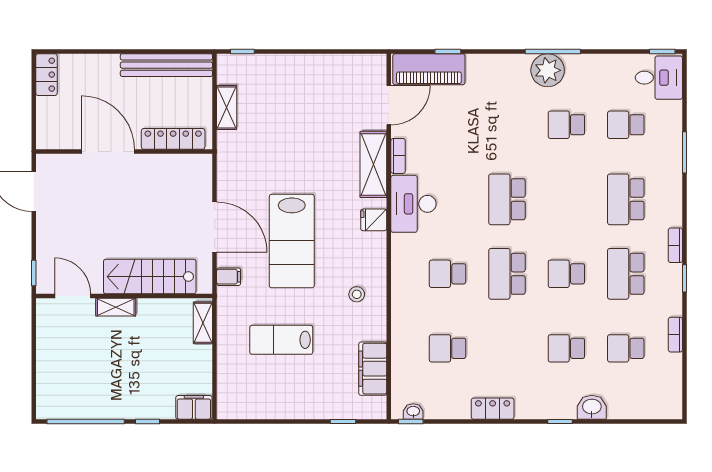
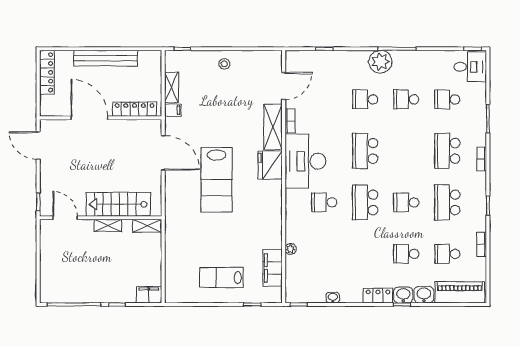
bench: (166, 65) -> (106, 58), moved
piano: (429, 69) -> (460, 292), moved, turned 180
plant: (548, 70) -> (380, 62), moved
locker: (46, 75) -> (47, 72), width x1.53
desk: (413, 204) -> (305, 161), width x1.36, depth x1.30
fridge: (374, 220) -> (270, 165), width x1.88, depth x1.34
door: (215, 227) -> (163, 153), moved
bookcase: (675, 245) -> (482, 159), moved
filing cabinet: (229, 277) -> (173, 110), moved
stool: (357, 294) -> (224, 64), moved
shelving: (116, 307) -> (108, 225), moved
shelving: (203, 323) -> (147, 226), moved, turned 90
lab bench: (281, 340) -> (221, 278), moved
plant: (399, 341) -> (291, 249), added
school desk: (448, 348) -> (365, 99), moved
washbasin: (562, 408) -> (403, 295), added
locker: (493, 409) -> (378, 296), moved
washbasin: (413, 412) -> (333, 298), moved

